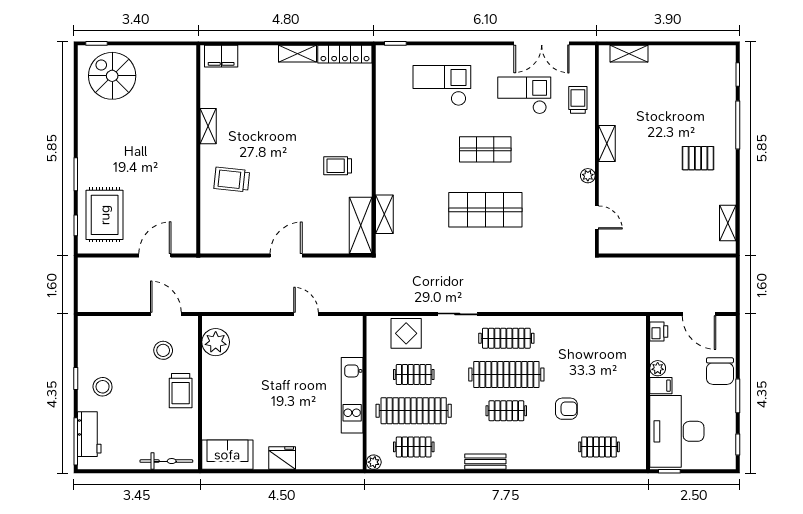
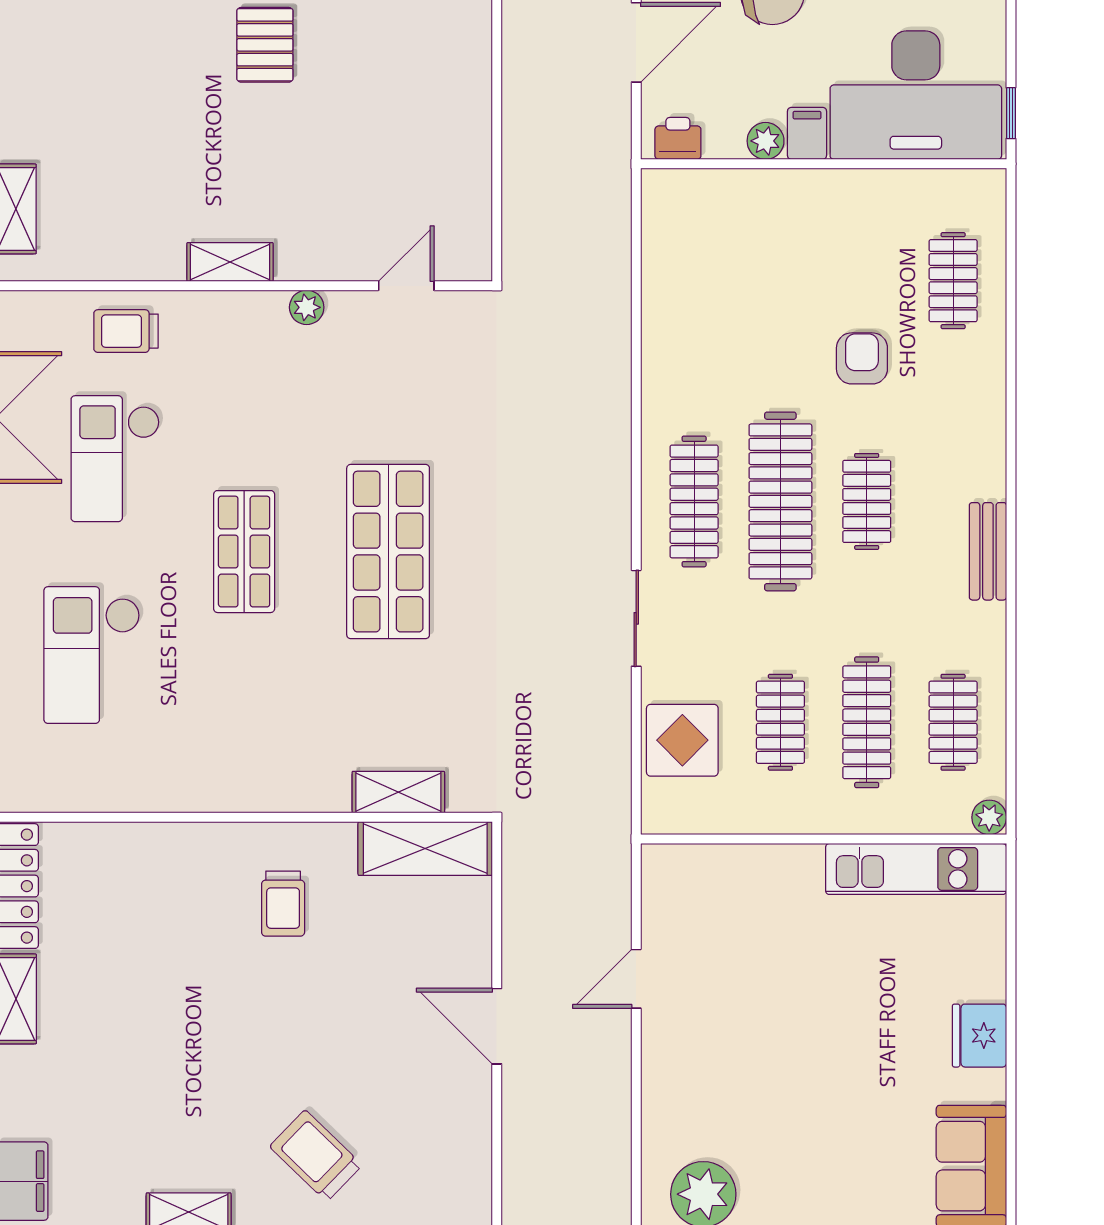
trolley: (232, 180) -> (316, 1156), turned 128
kitchen unit: (352, 395) -> (916, 869), moved
clothes rail: (414, 411) -> (867, 722), width x0.73, depth x0.76

